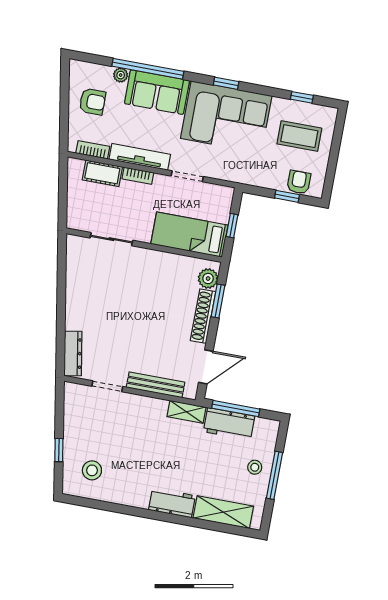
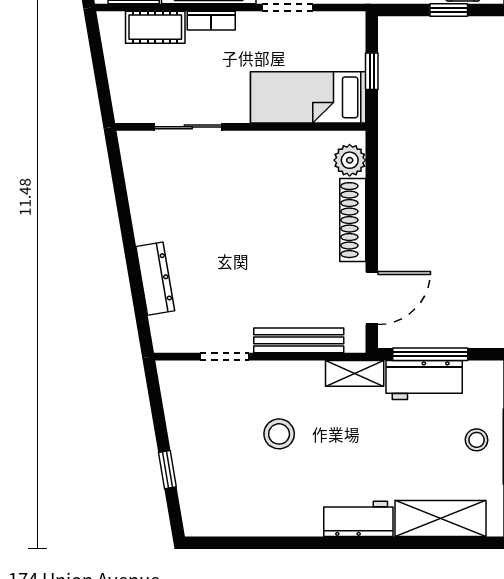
window: (218, 301) -> (372, 192), removed
dresser: (73, 354) -> (155, 279), moved
stool: (92, 470) -> (279, 434), moved

